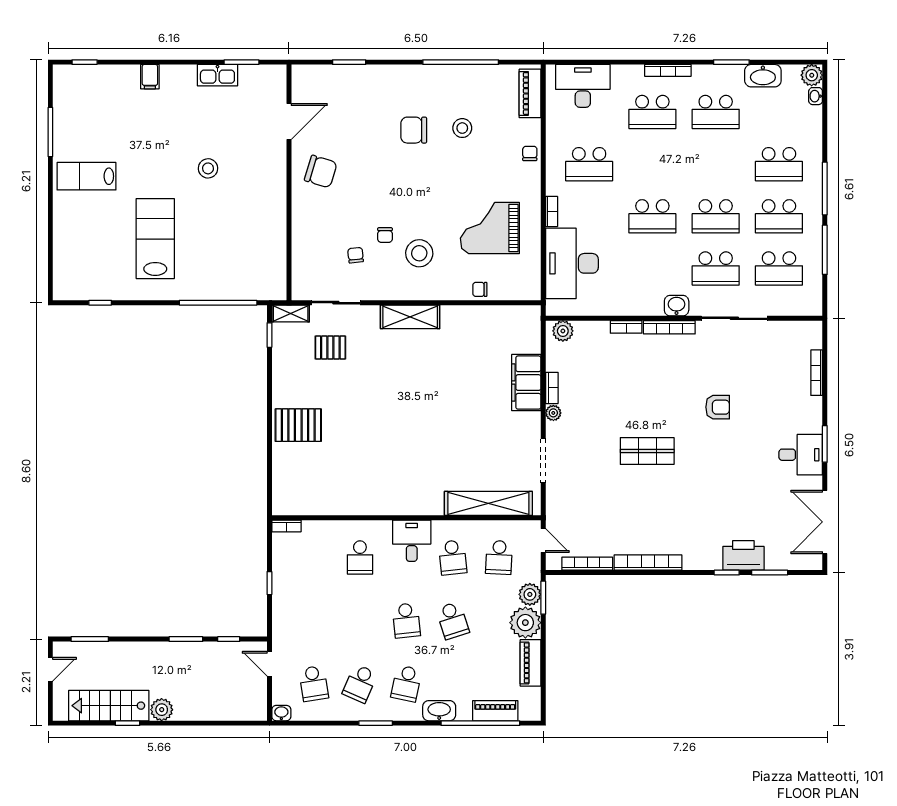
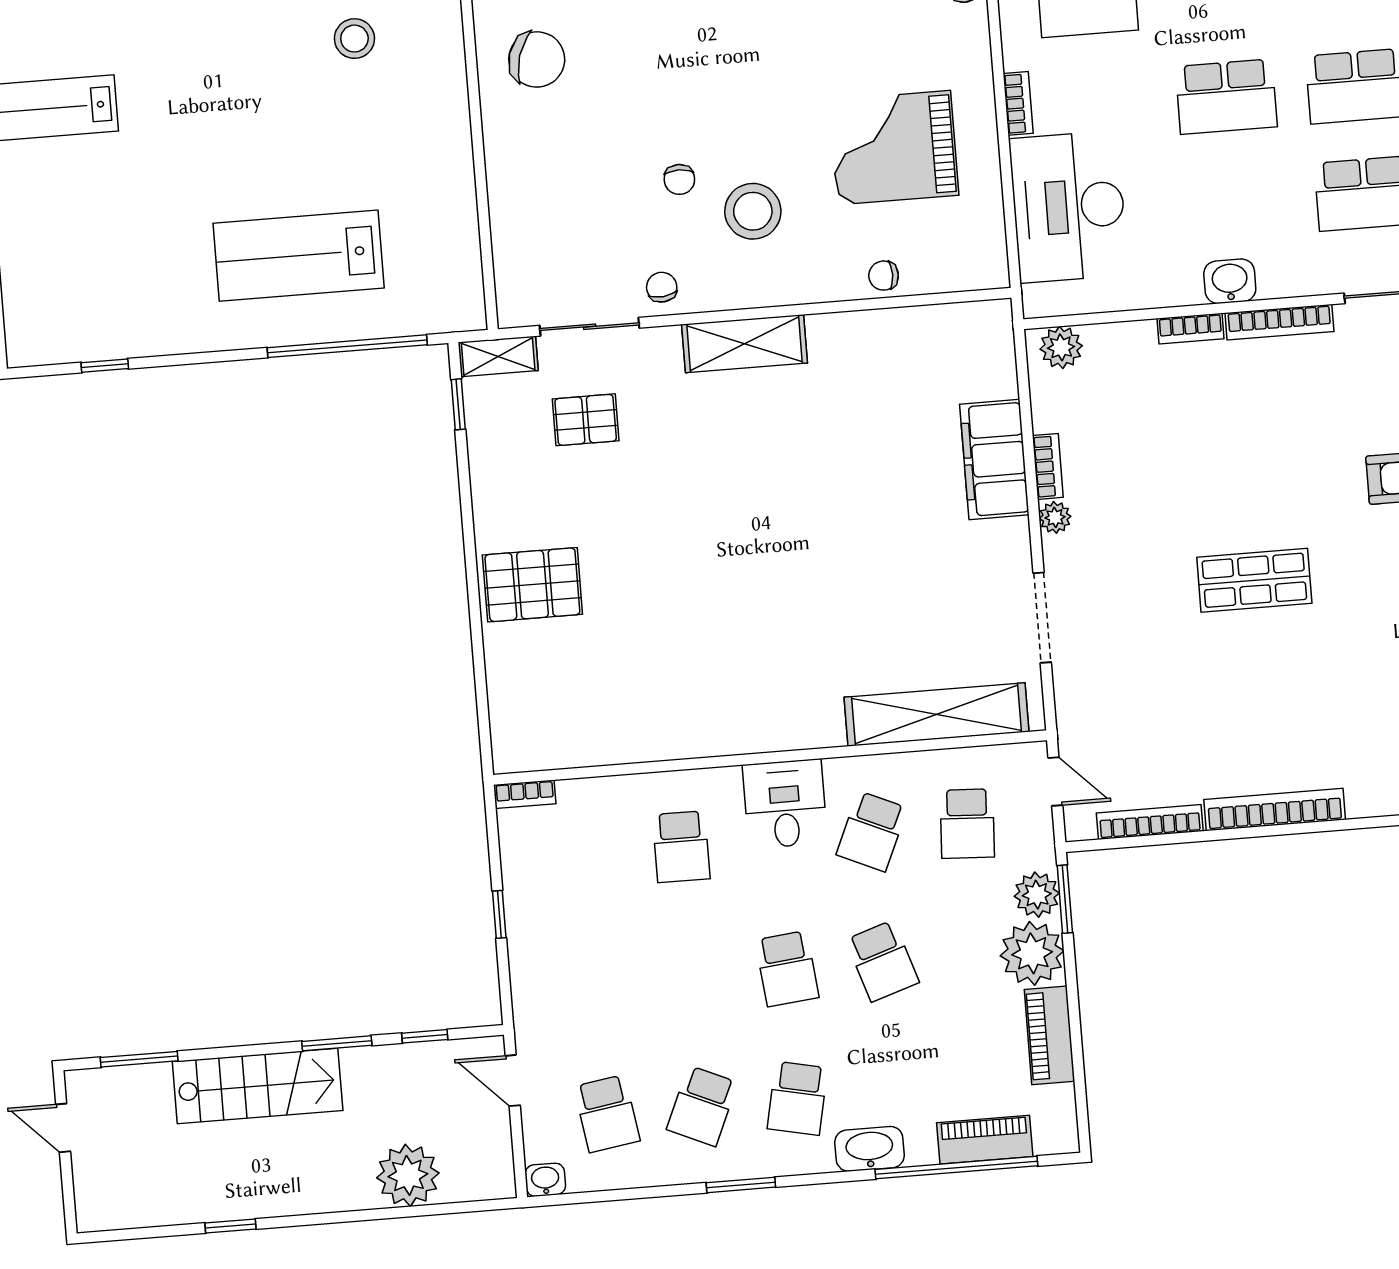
stool: (208, 168) -> (354, 39), moved
lab bench: (155, 239) -> (299, 256), moved, turned -90
chair: (356, 255) -> (662, 287), moved
washbasin: (677, 306) -> (1230, 281), moved
school desk: (453, 557) -> (872, 831), turned 30
door: (50, 669) -> (63, 1128), swing flipped
stairs: (109, 706) -> (258, 1086), moved, turned 180
plant: (162, 710) -> (408, 1175), moved, width x1.36, depth x1.36

